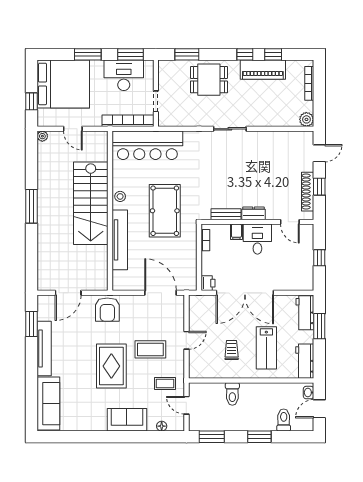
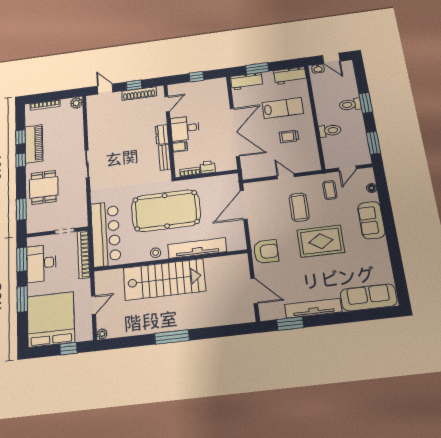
pool table: (165, 211) -> (166, 211), width x1.36, depth x1.32
printer: (208, 283) -> (208, 167), moved
toilet: (284, 420) -> (350, 105), moved

